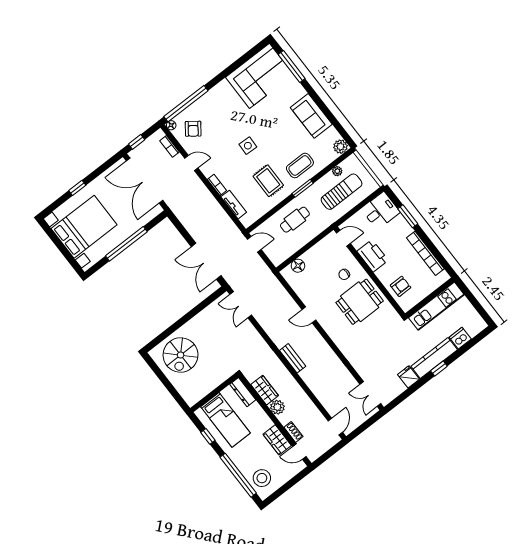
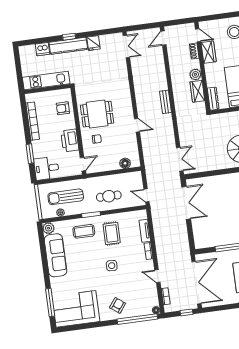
sofa: (311, 116) -> (56, 255), width x1.36
armchair: (193, 129) -> (118, 305), moved
door: (343, 238) -> (83, 164), swing flipped

